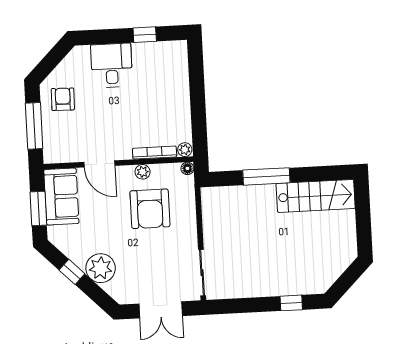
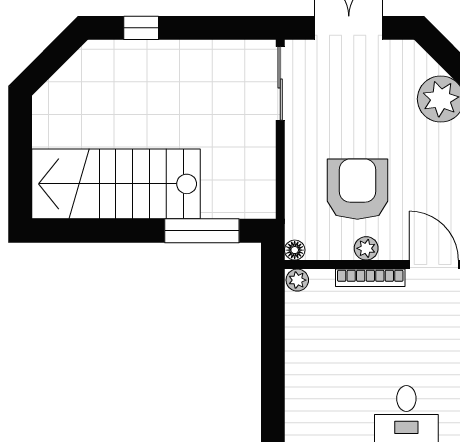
bookcase: (155, 153) -> (370, 278), moved
window: (266, 176) -> (202, 231), moved
stairs: (316, 196) -> (116, 184), width x1.36, depth x1.51

